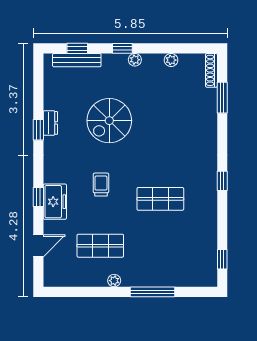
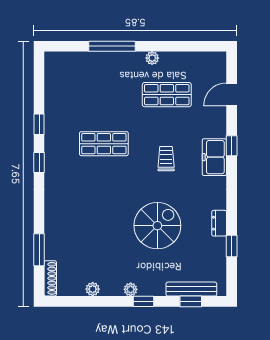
window: (38, 130) -> (232, 246), moved
trolley: (101, 185) -> (166, 159), turned 180
freezer: (55, 202) -> (214, 157), moved
window: (222, 259) -> (39, 124), moved

